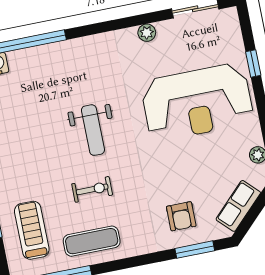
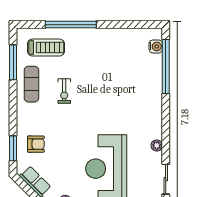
weight bench: (93, 130) -> (102, 99), removed
armchair: (181, 216) -> (36, 144), turned 180

